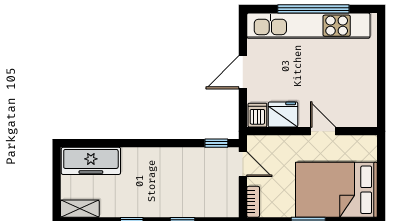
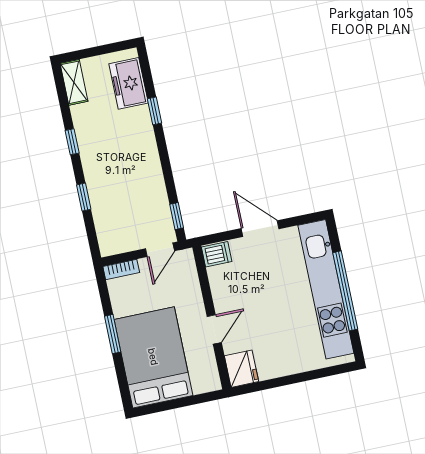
fridge: (283, 115) -> (241, 369), moved
window: (120, 143) -> (155, 111), added
freezer: (91, 161) -> (129, 83), width x0.71

